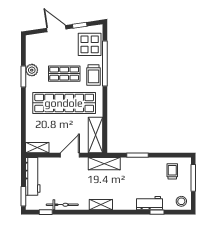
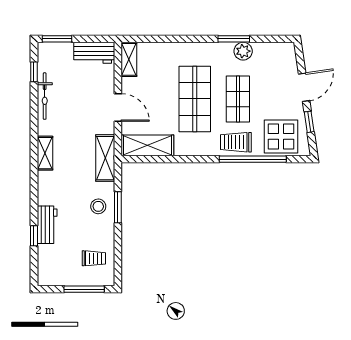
shop shelf: (64, 103) -> (195, 99), width x0.71
workbench: (33, 176) -> (94, 53), width x0.73
stool: (181, 201) -> (98, 206), moved

